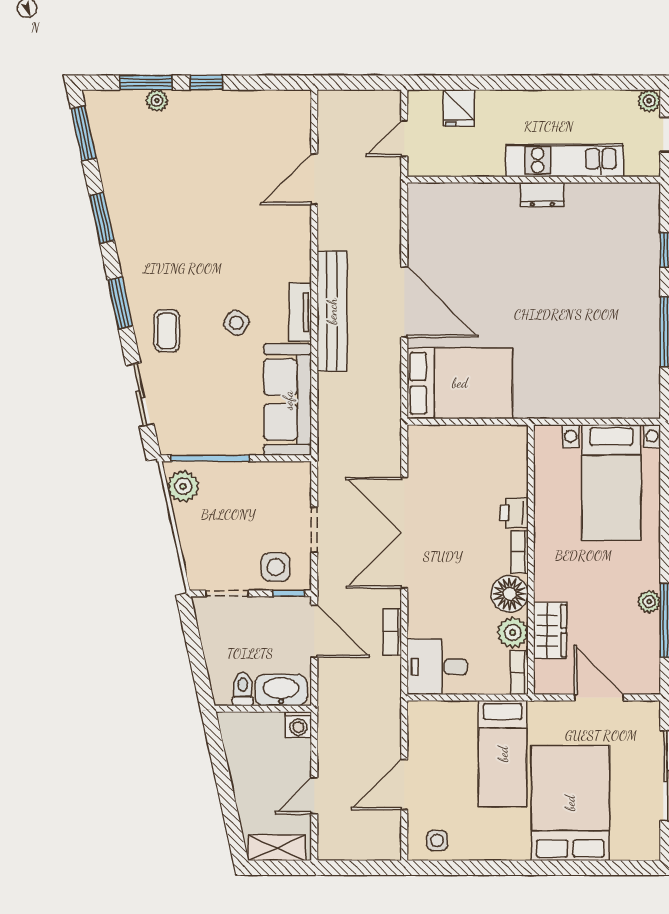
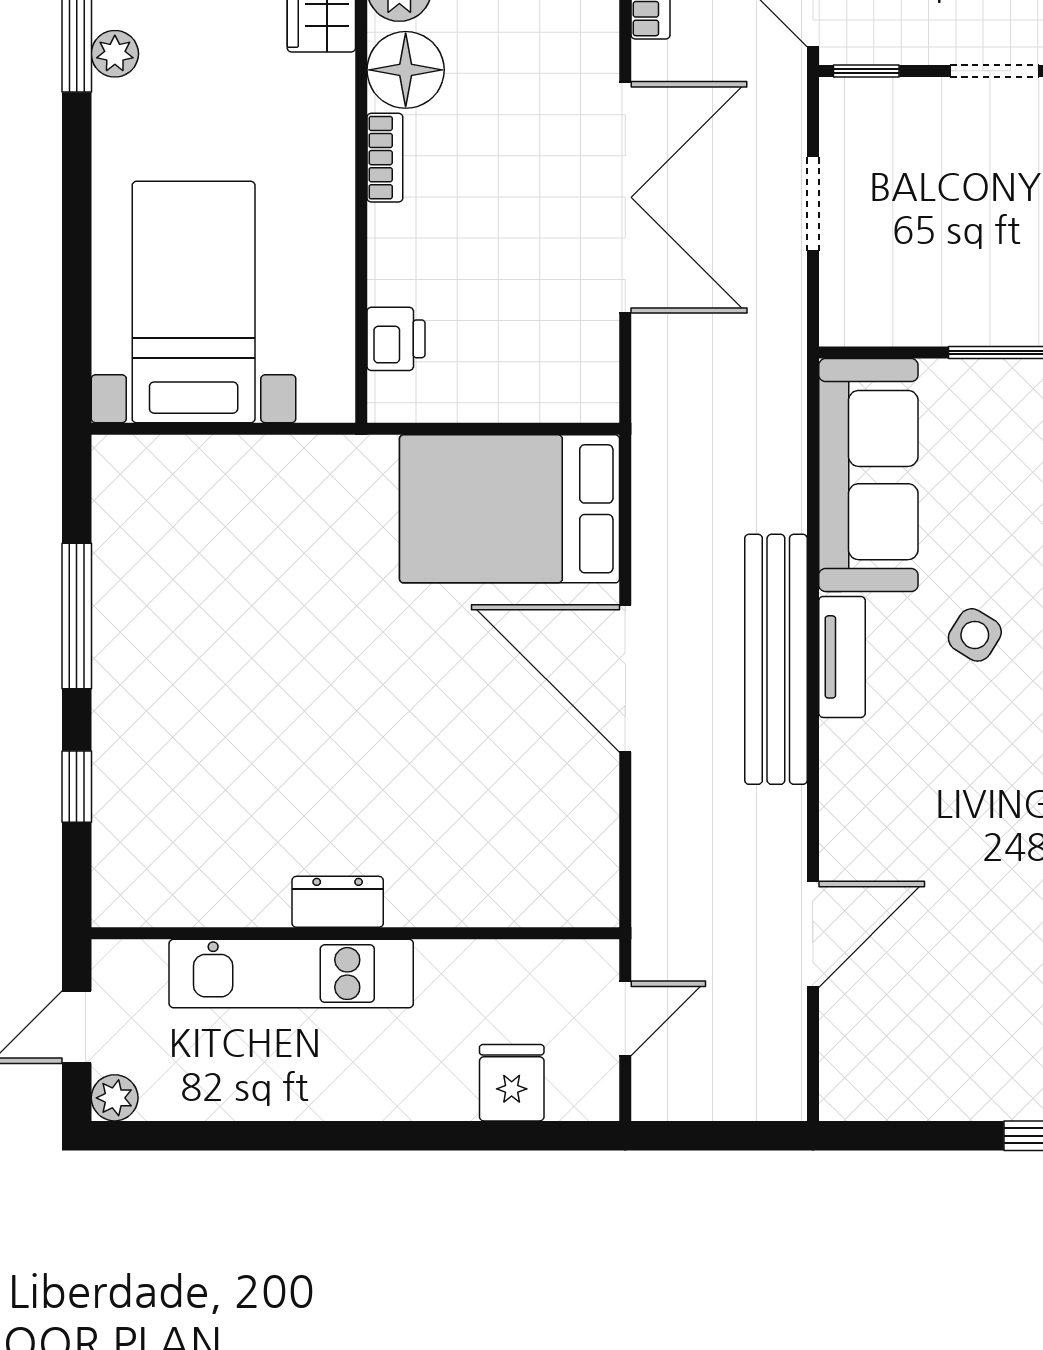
printer: (514, 513) -> (396, 339), moved
side table: (276, 567) -> (893, 126), removed

